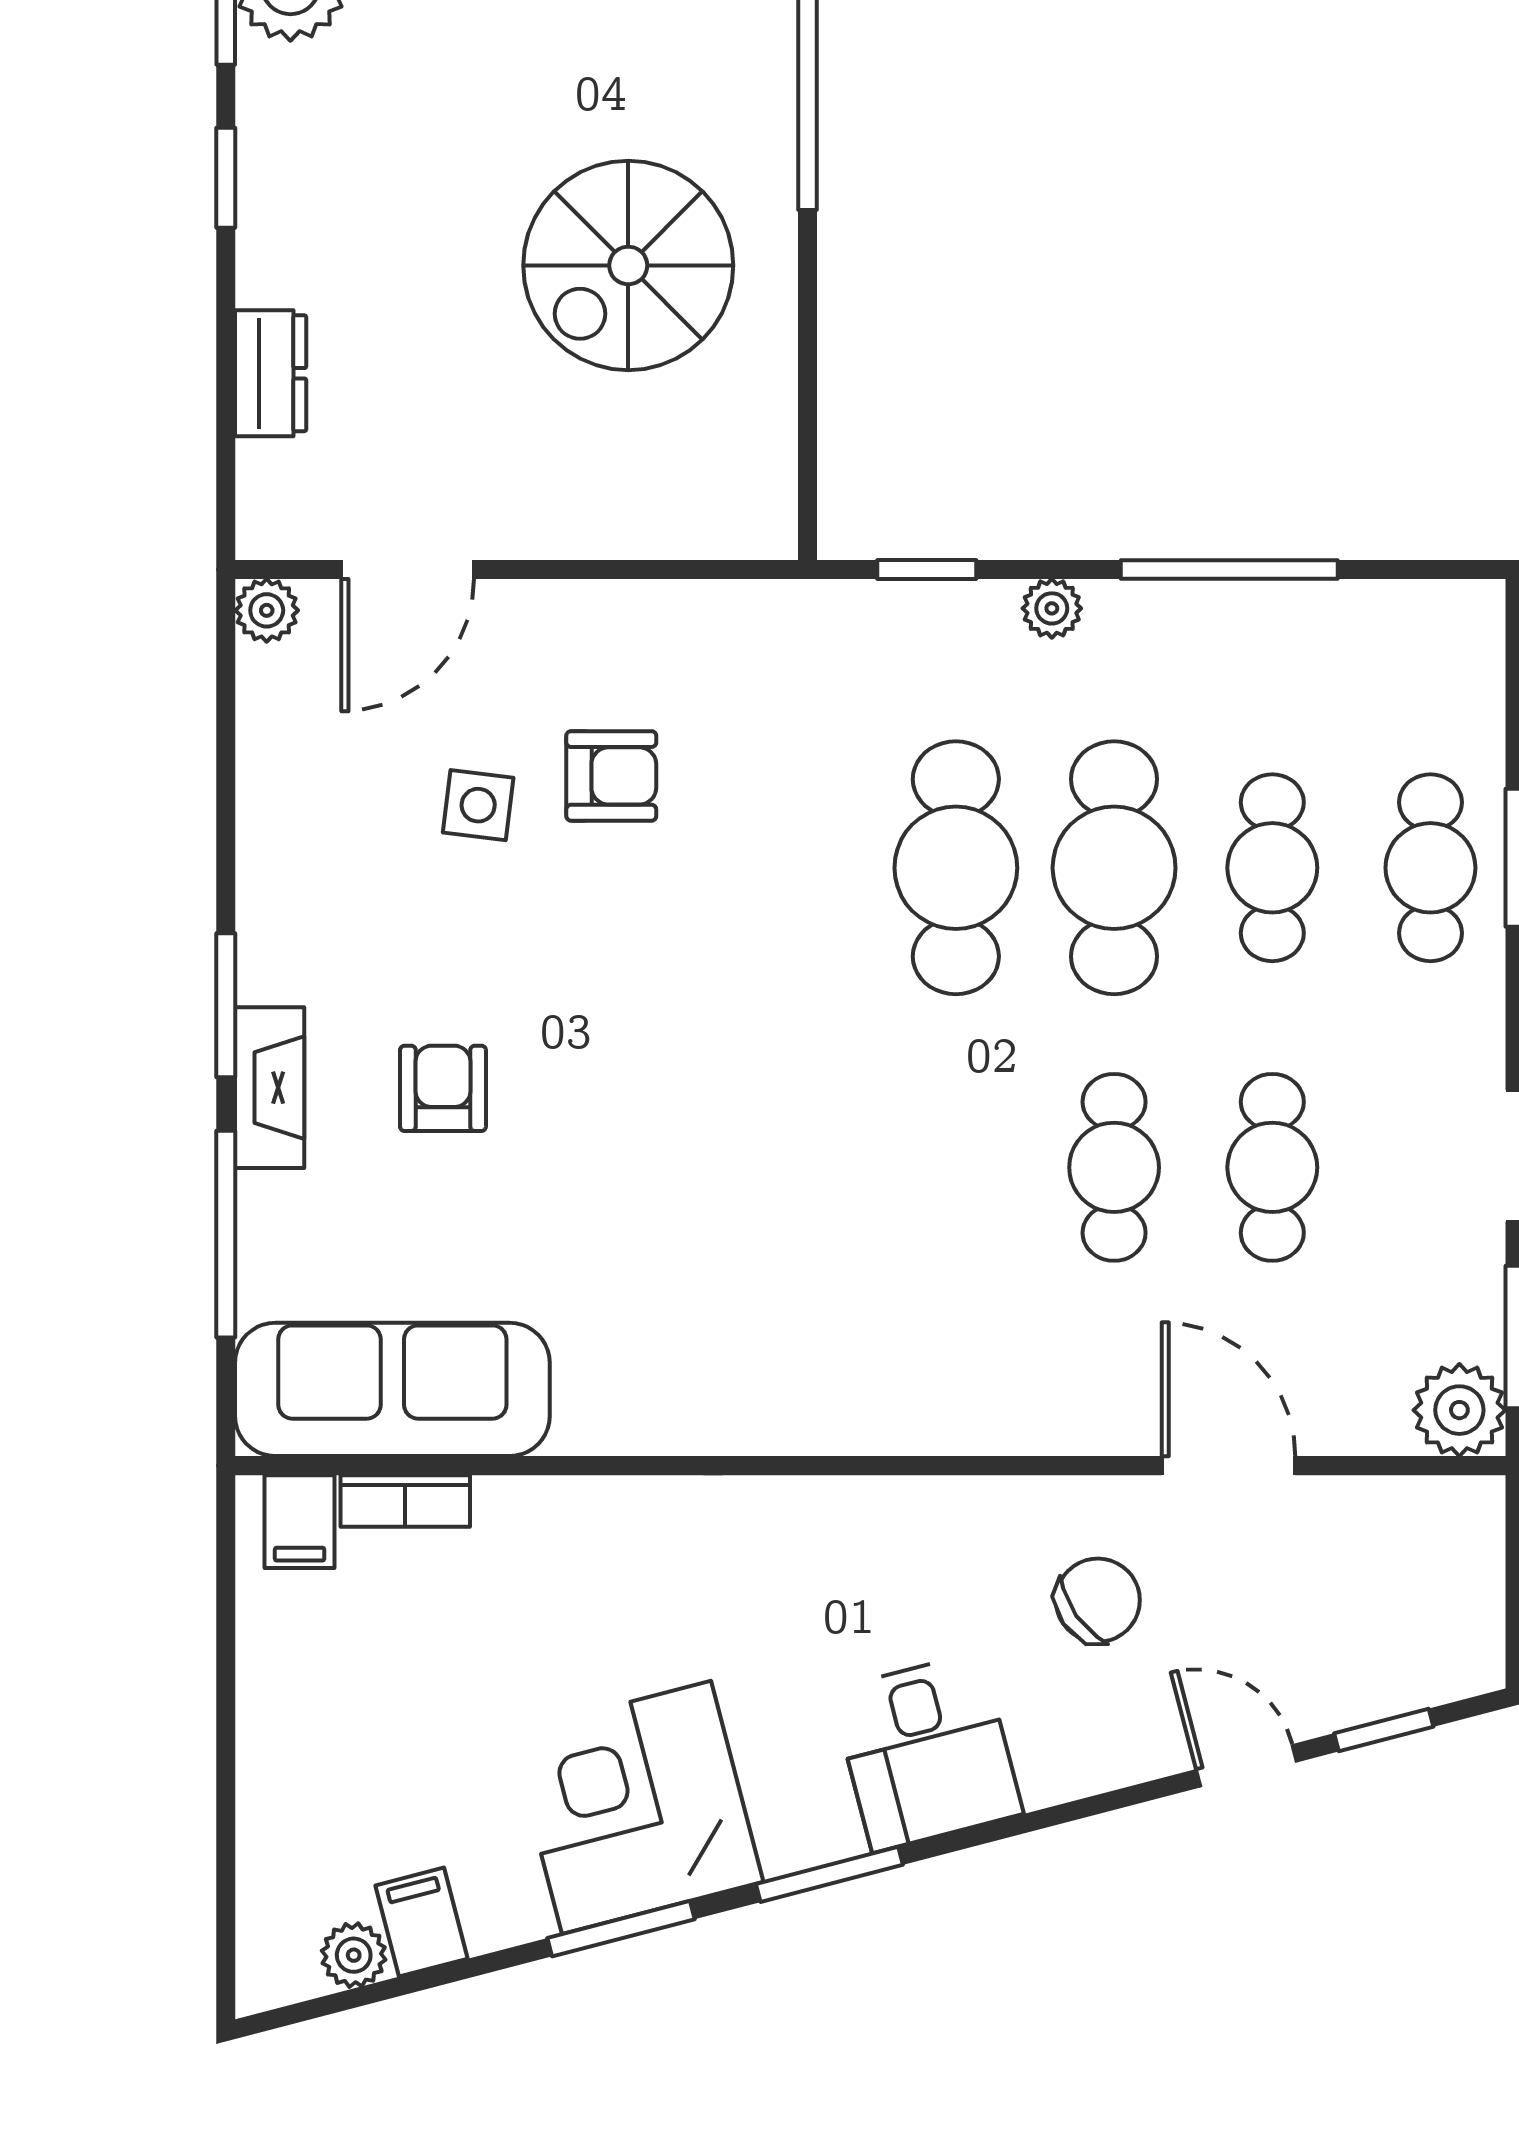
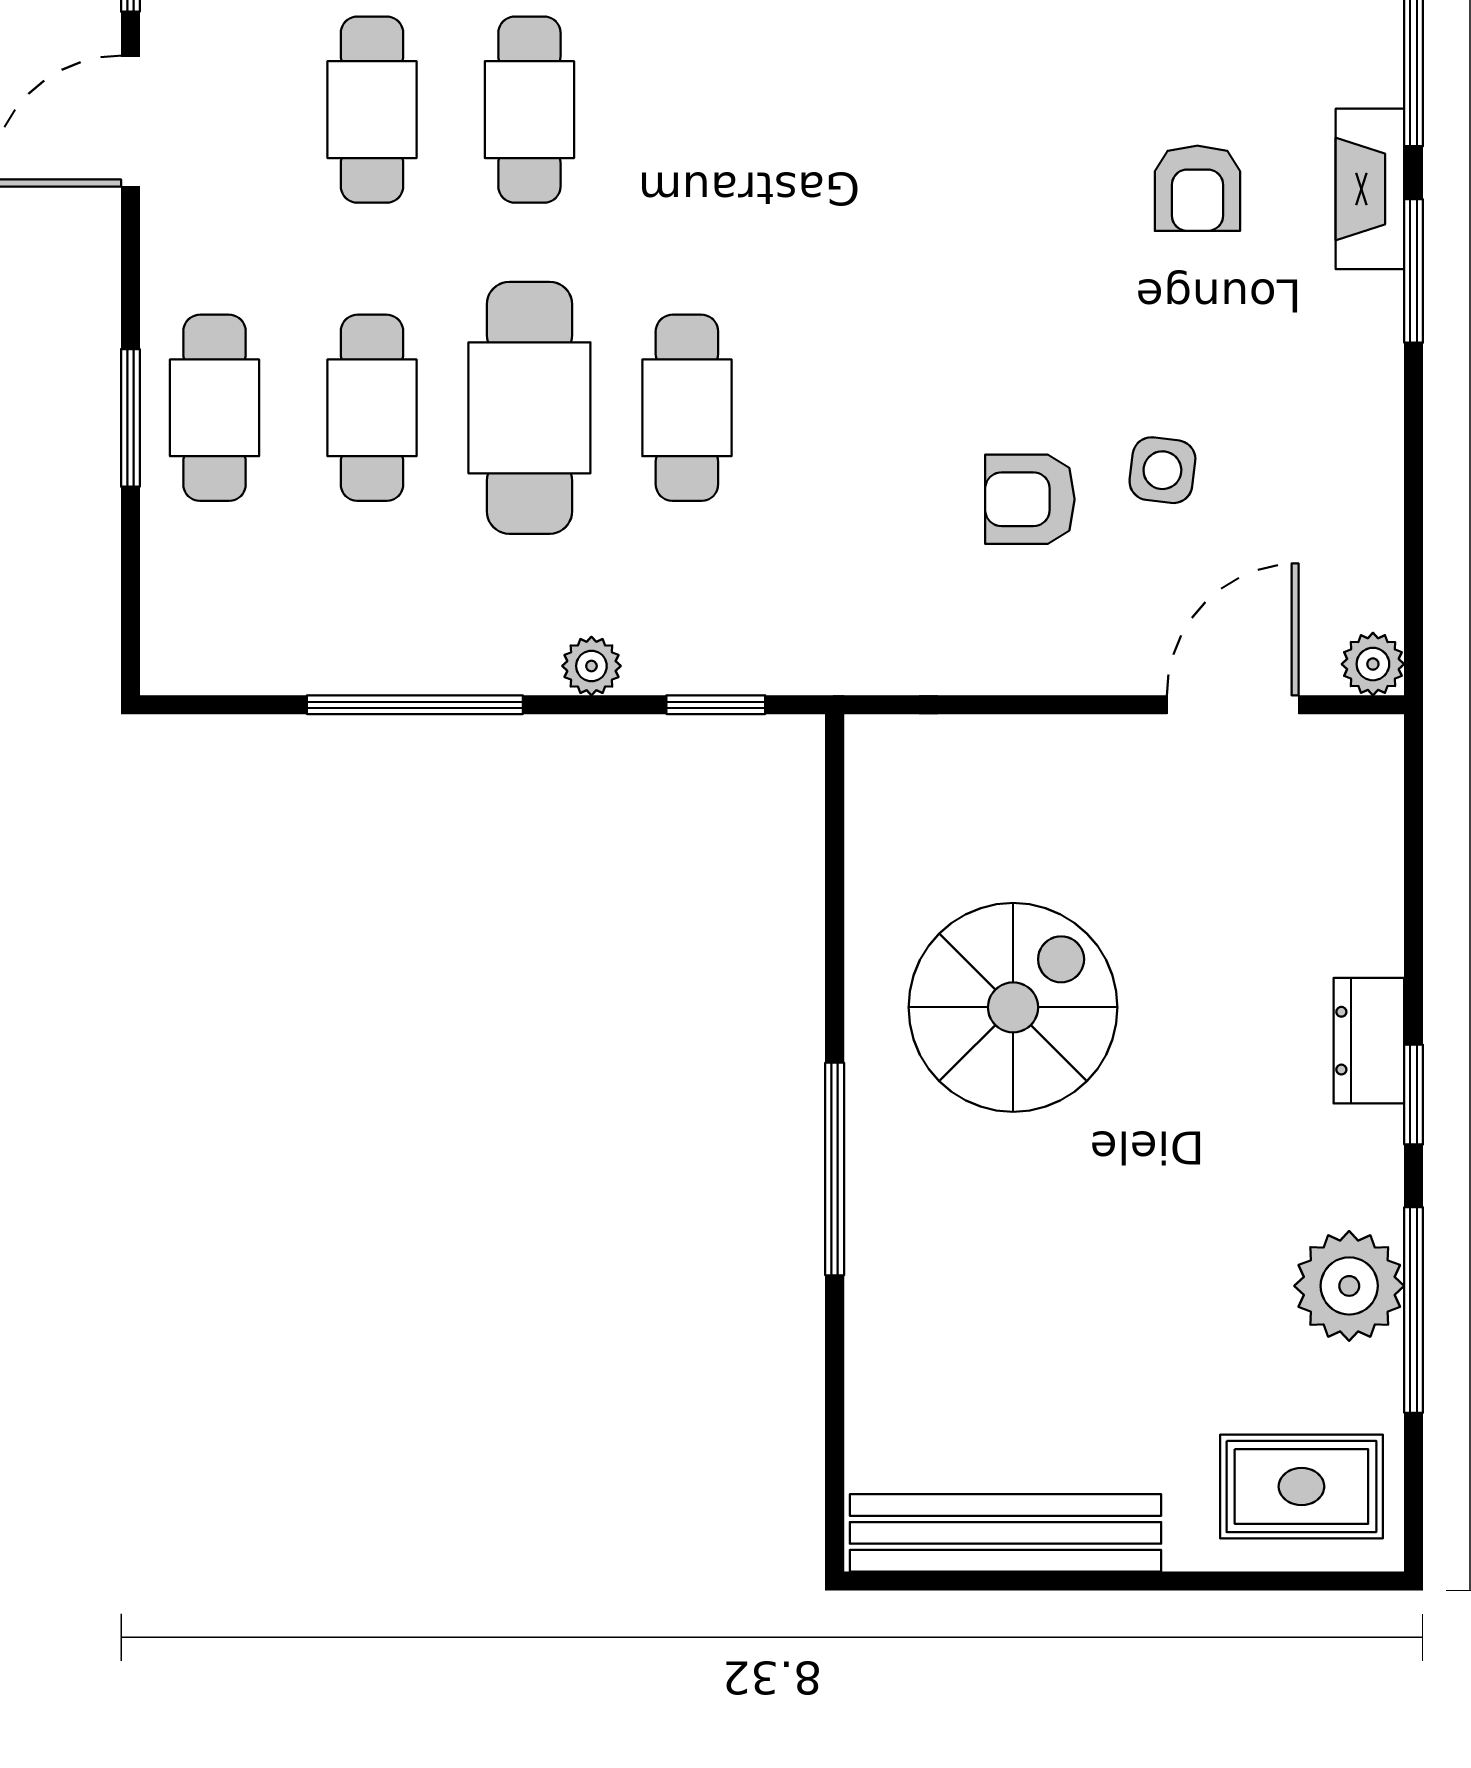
dresser: (271, 373) -> (1369, 1041), moved
cafe table: (956, 868) -> (687, 408), width x0.73, depth x0.74

